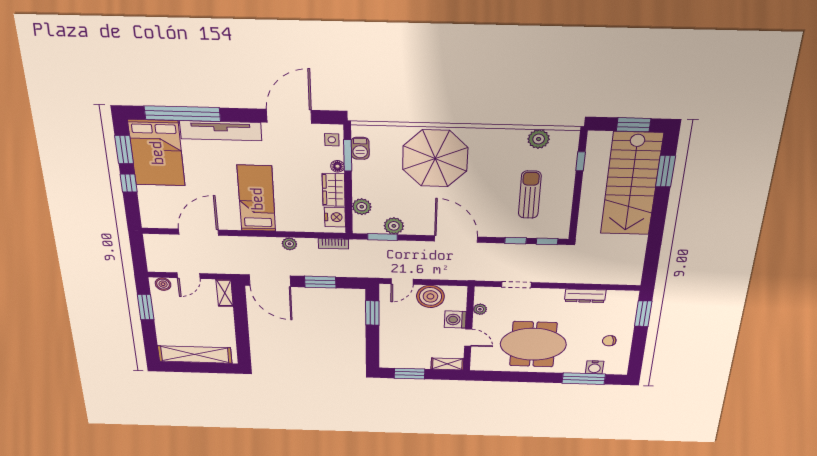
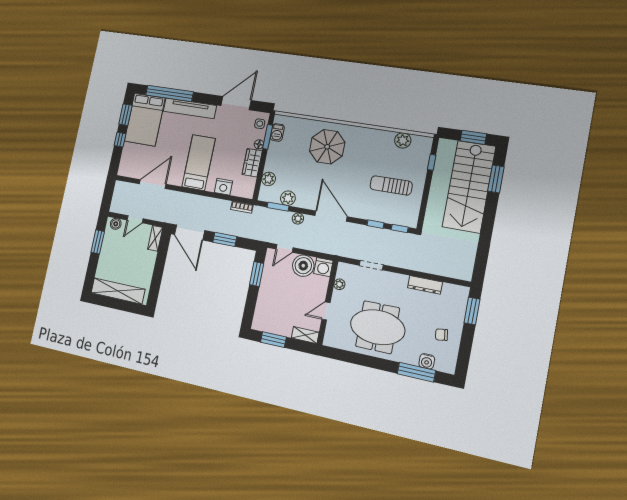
parasol: (435, 158) -> (327, 147), width x0.73, depth x0.73
sun lounger: (530, 195) -> (391, 185), turned -90
nightstand: (335, 217) -> (223, 187), moved, turned 90
plant: (289, 244) -> (298, 219), moved
washing machine: (455, 320) -> (323, 267), moved, turned -90
door: (468, 338) -> (326, 311), swing flipped

